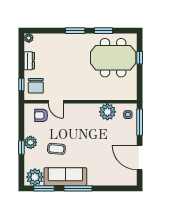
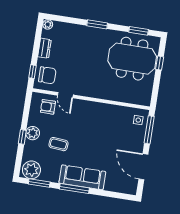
window: (103, 31) -> (139, 31), moved
chair: (36, 86) -> (47, 75), turned -90
plant: (107, 112) -> (117, 114), removed
sofa: (65, 177) -> (82, 177), moved

